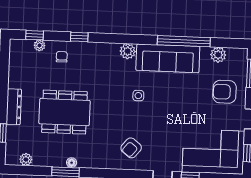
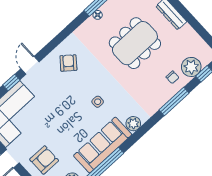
window: (79, 37) -> (174, 102), width x2.17
plant: (40, 45) -> (191, 67), width x1.88, depth x1.88

